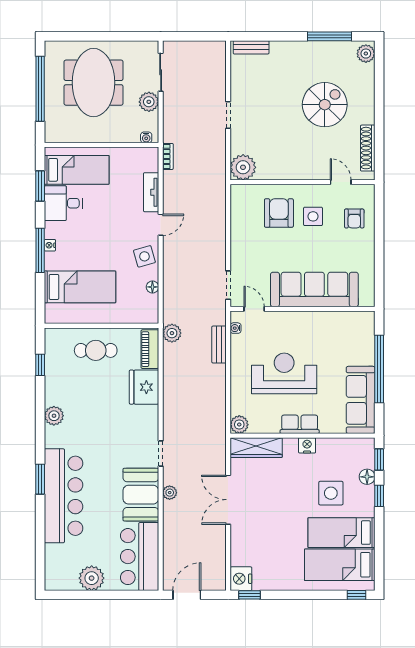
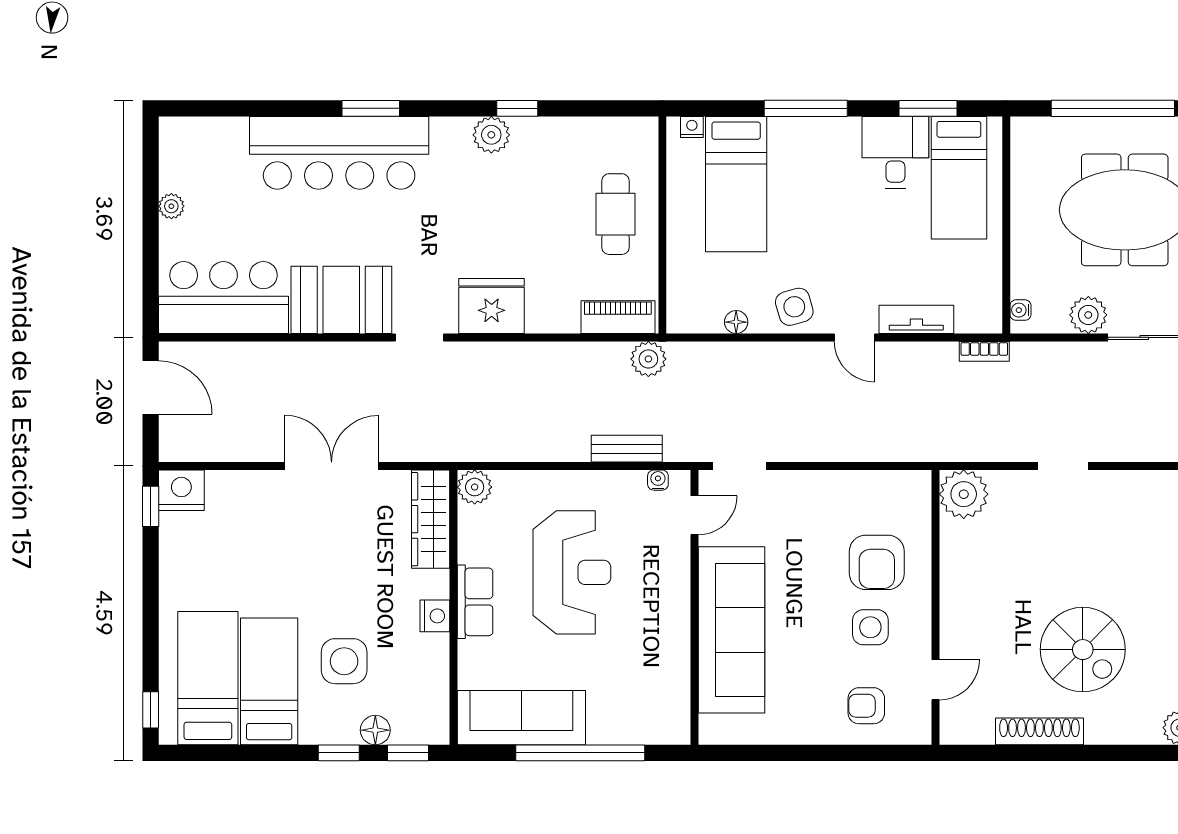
shoe rack: (368, 148) -> (1039, 731), moved
armchair: (279, 213) -> (877, 562), turned 90
nightstand: (50, 245) -> (692, 127), moved
window: (40, 365) -> (517, 108), moved
fridge: (144, 387) -> (492, 306), moved
plant: (170, 493) -> (345, 355), removed
plant: (92, 578) -> (171, 206), width x0.53, depth x0.53

